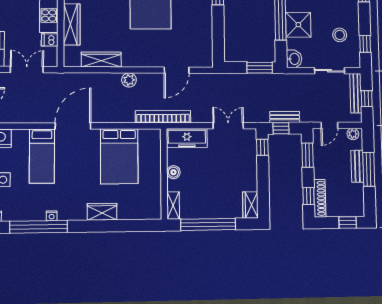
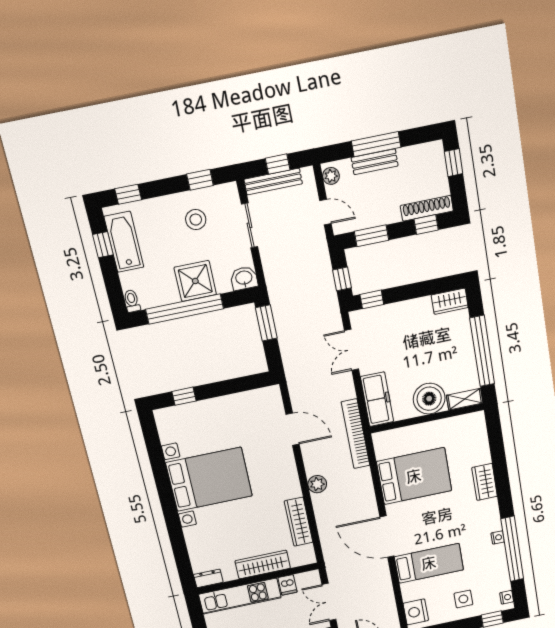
bench: (285, 117) -> (326, 277), removed
boiler: (173, 172) -> (429, 399), width x1.86, depth x1.86

